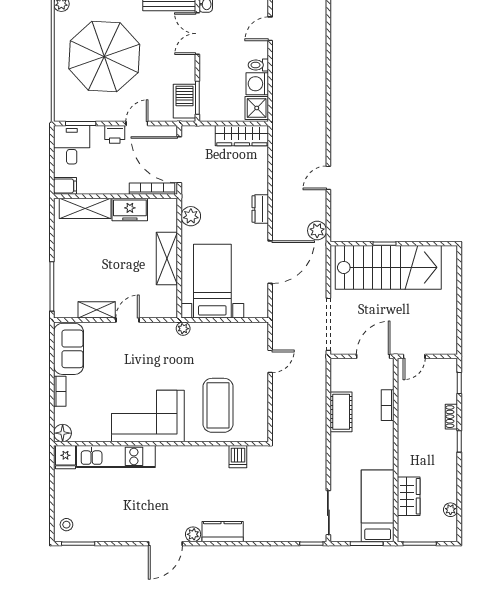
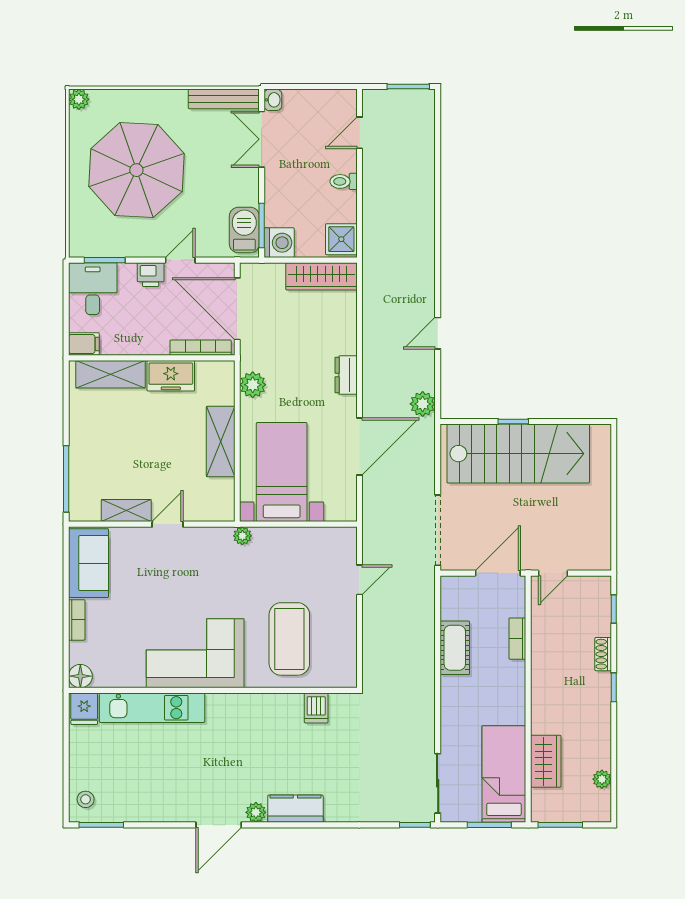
washing machine: (257, 84) -> (279, 243), moved, turned 180

